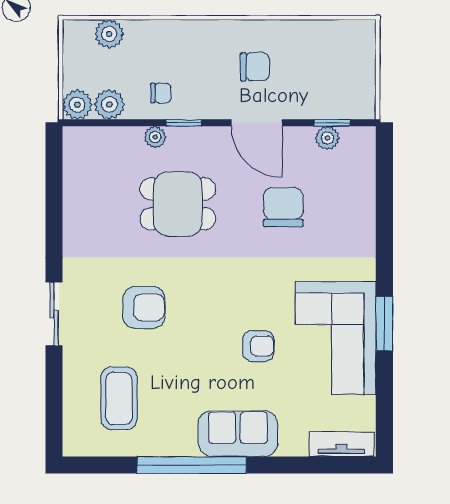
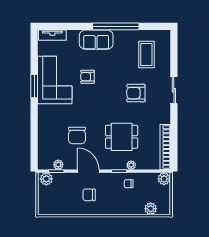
plant: (109, 104) -> (46, 179), moved
bookcase: (75, 180) -> (165, 147), added

